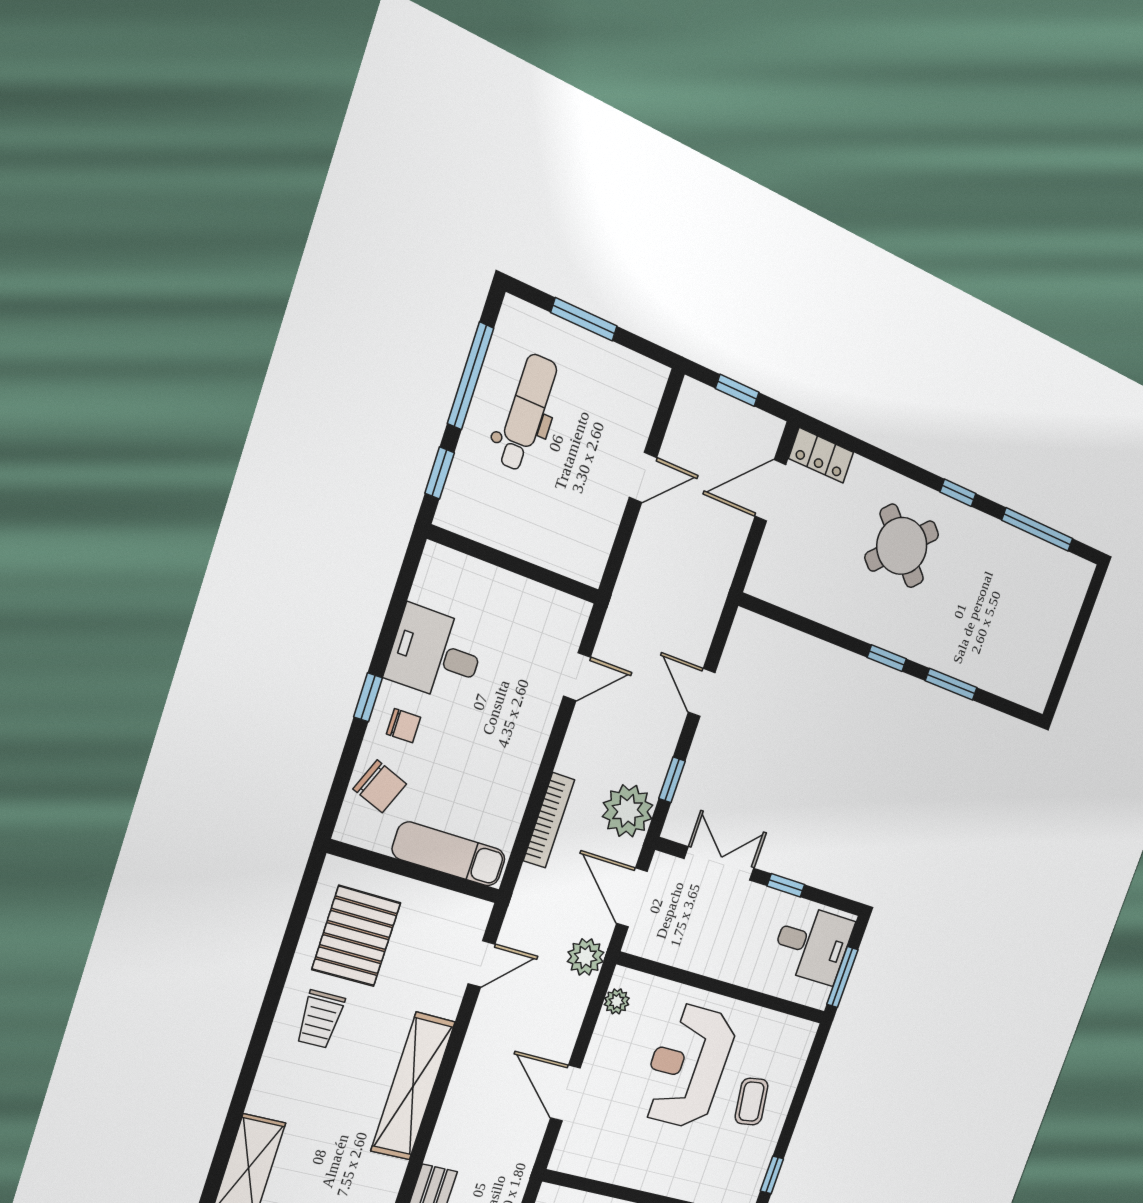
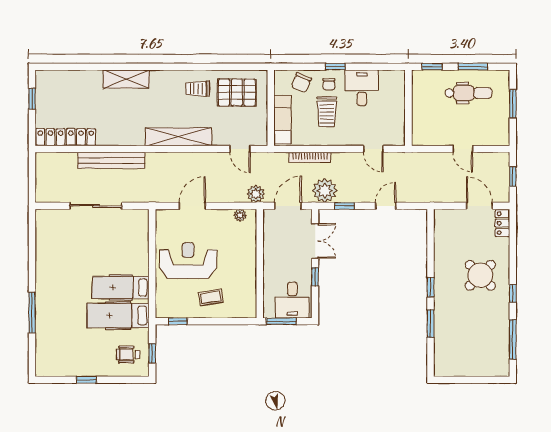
window: (470, 376) -> (473, 67), width x0.69
trolley: (463, 751) -> (327, 112), added
reception desk: (687, 1066) -> (188, 261), moved

